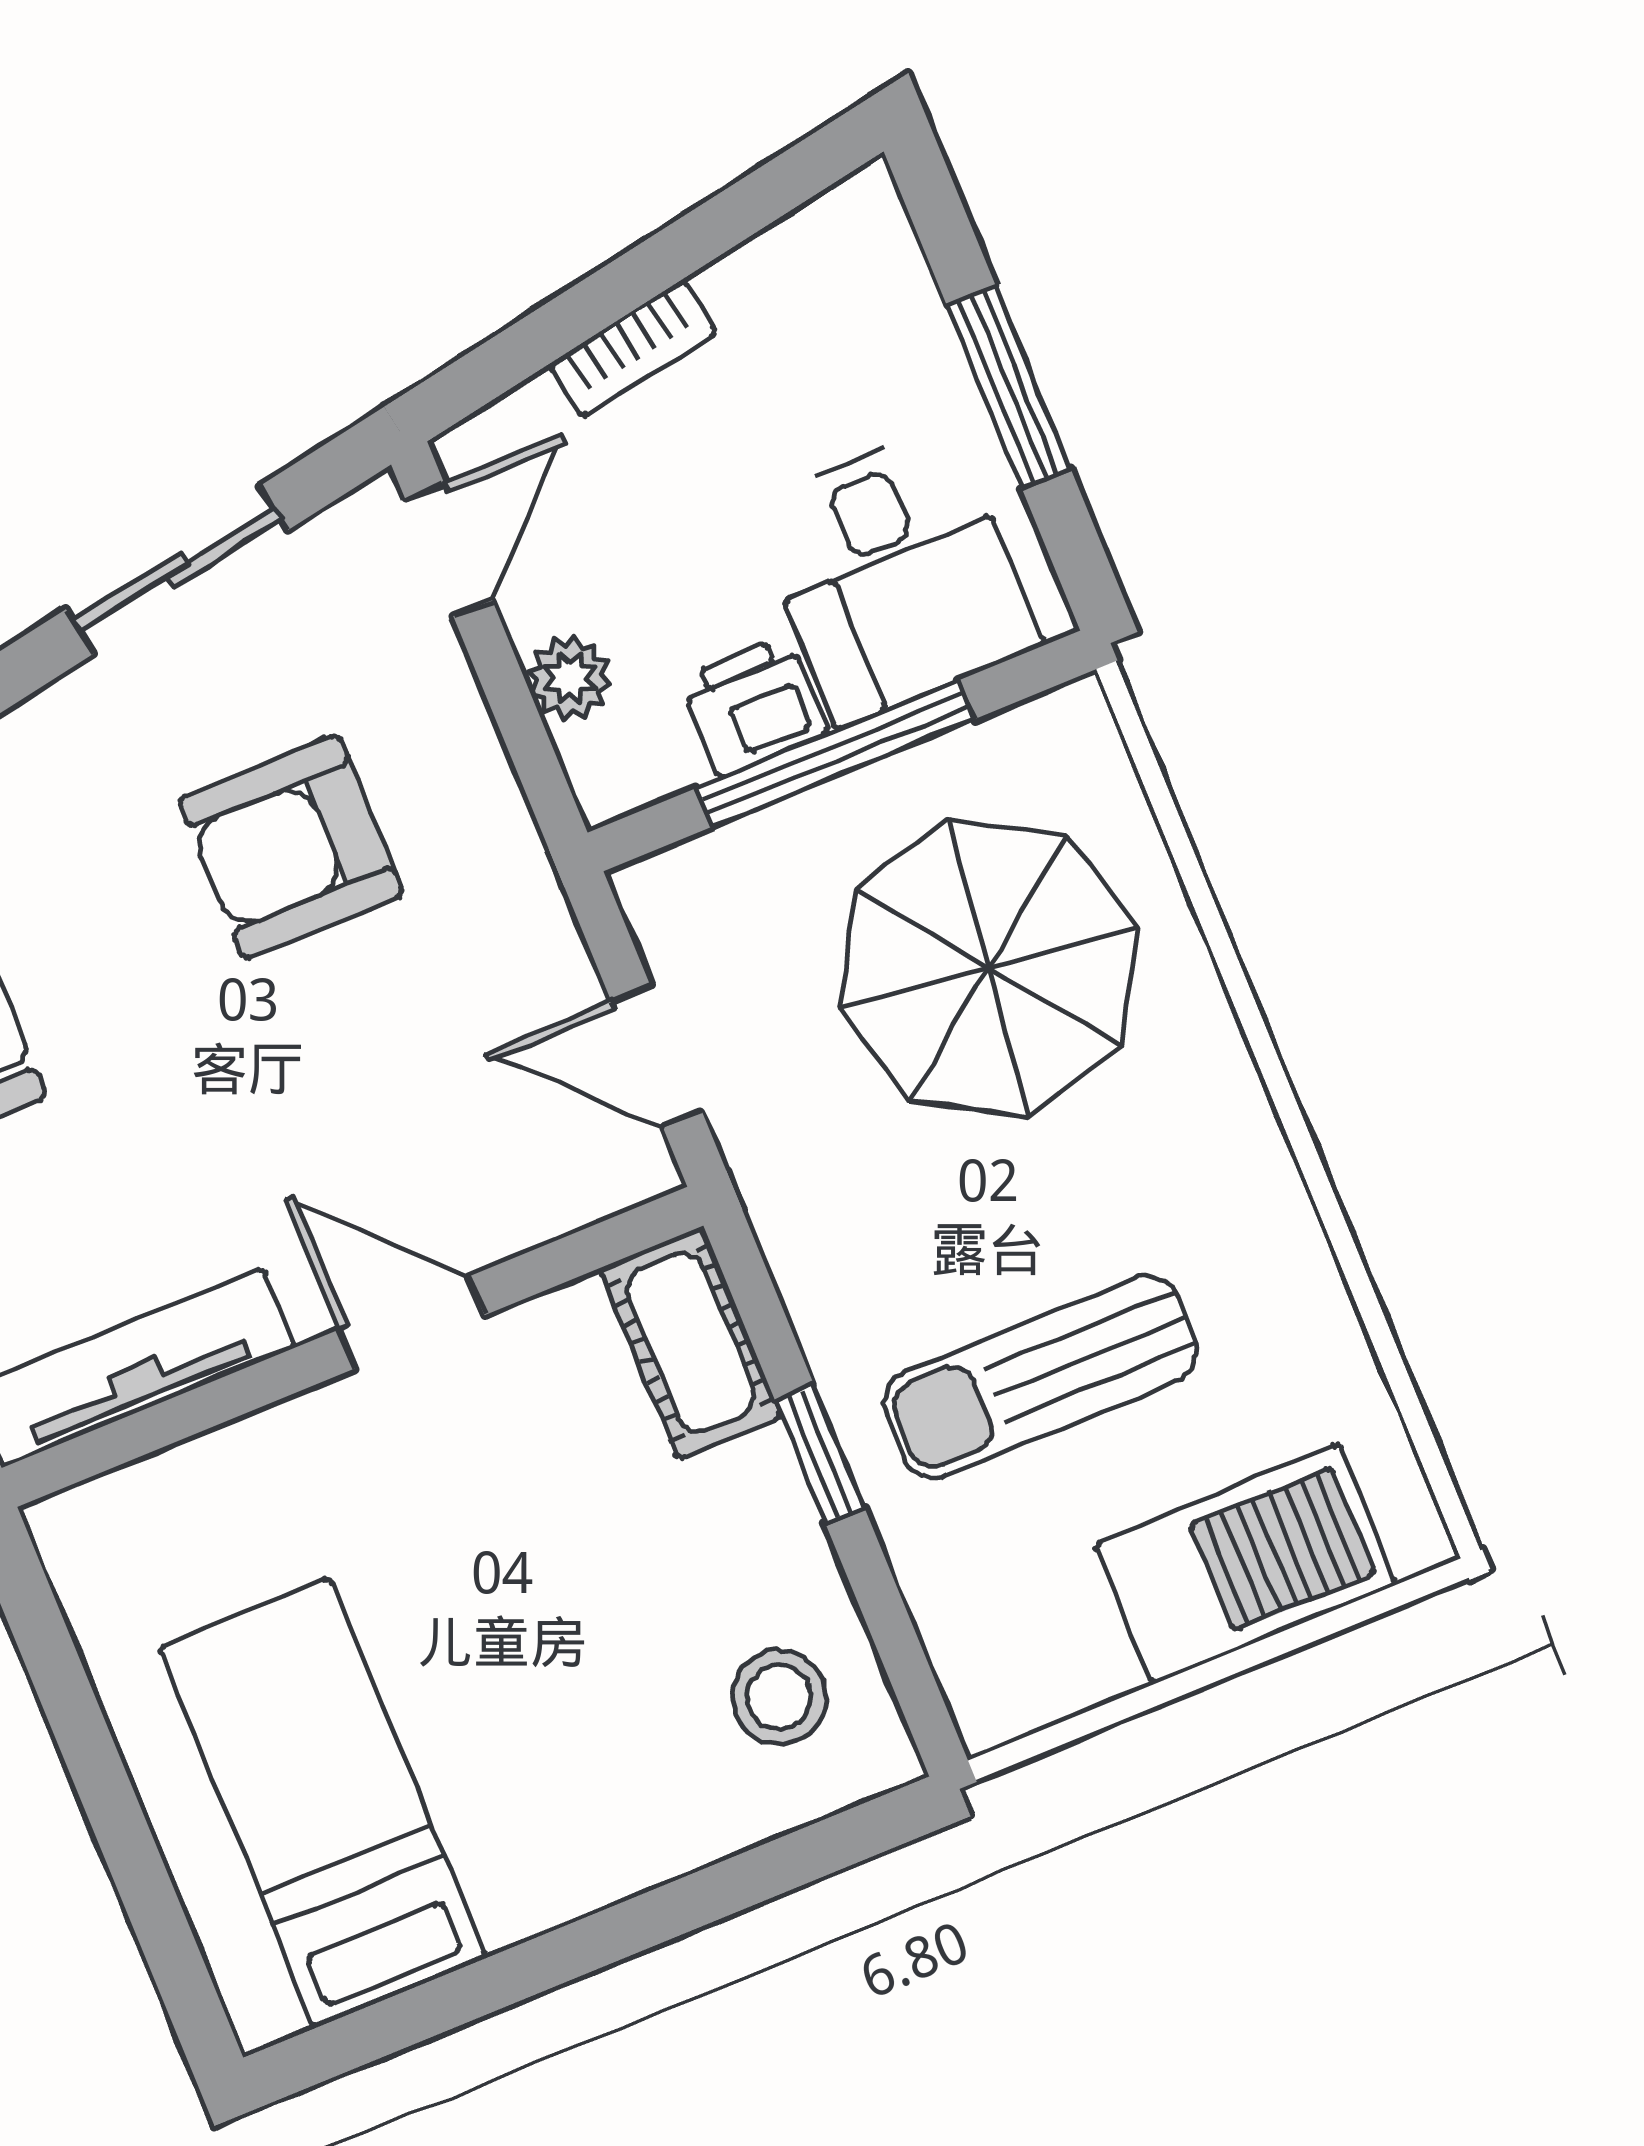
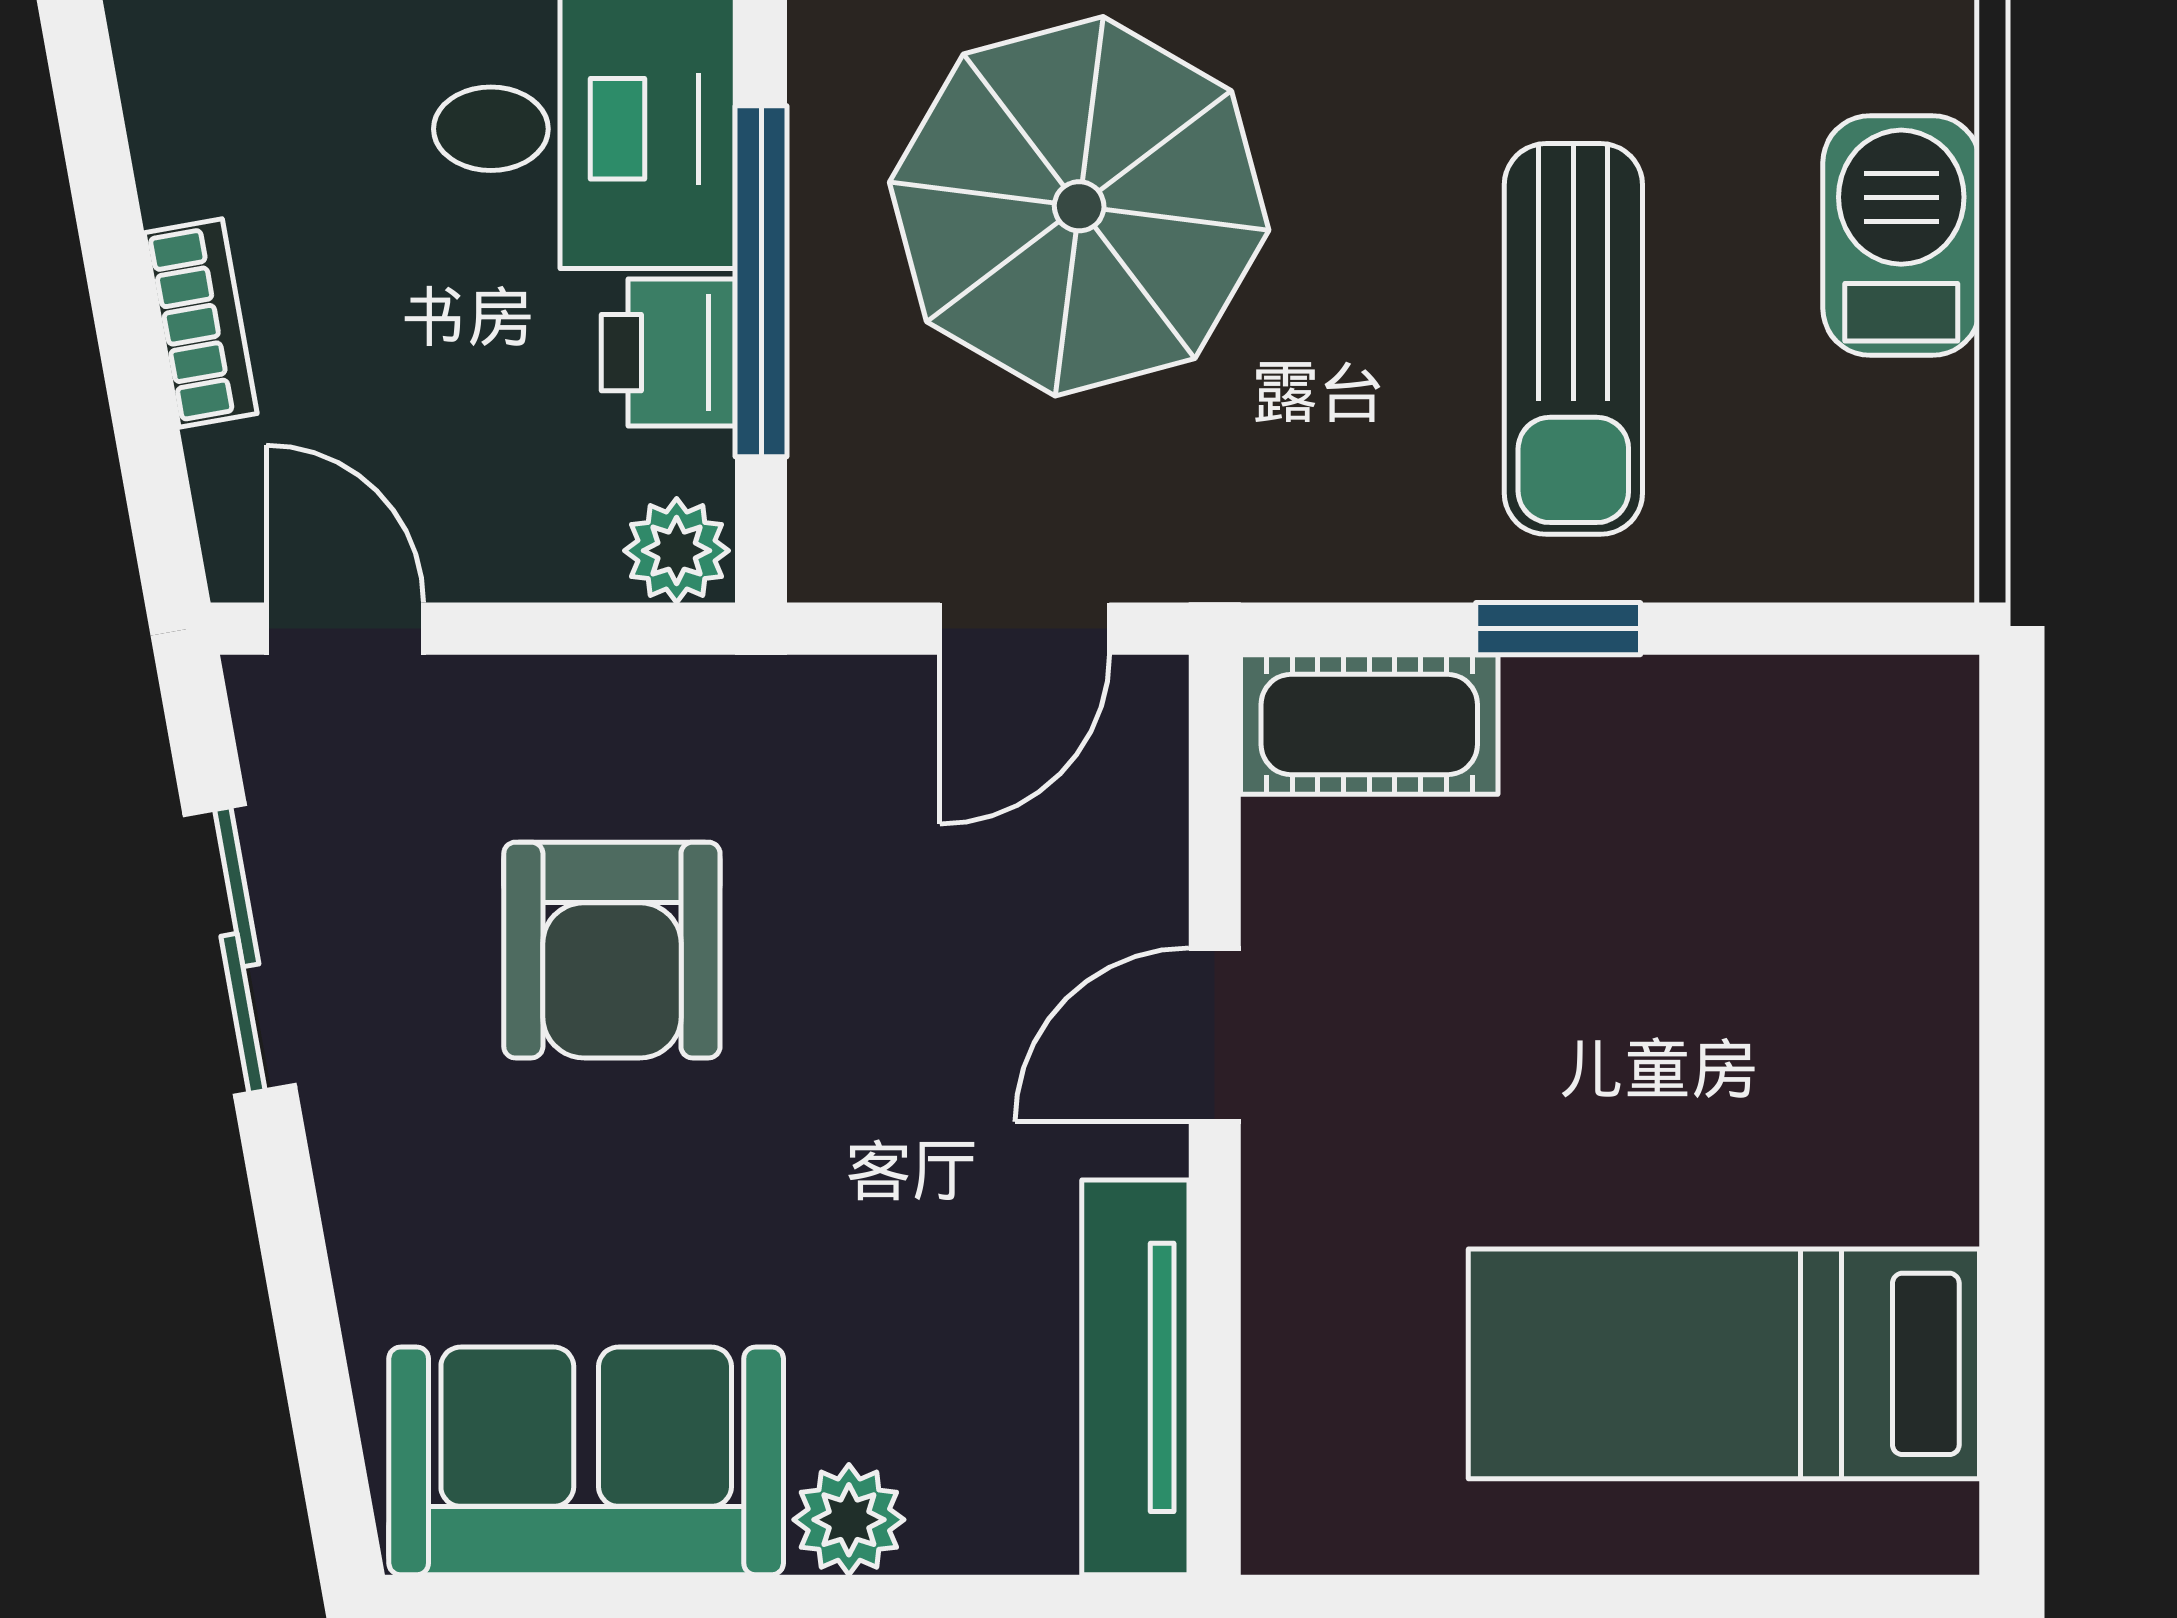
plant: (570, 678) -> (677, 551), moved
barbecue: (1246, 1564) -> (1901, 236), width x0.73, depth x0.83
stool: (779, 1697) -> (1818, 790), removed

